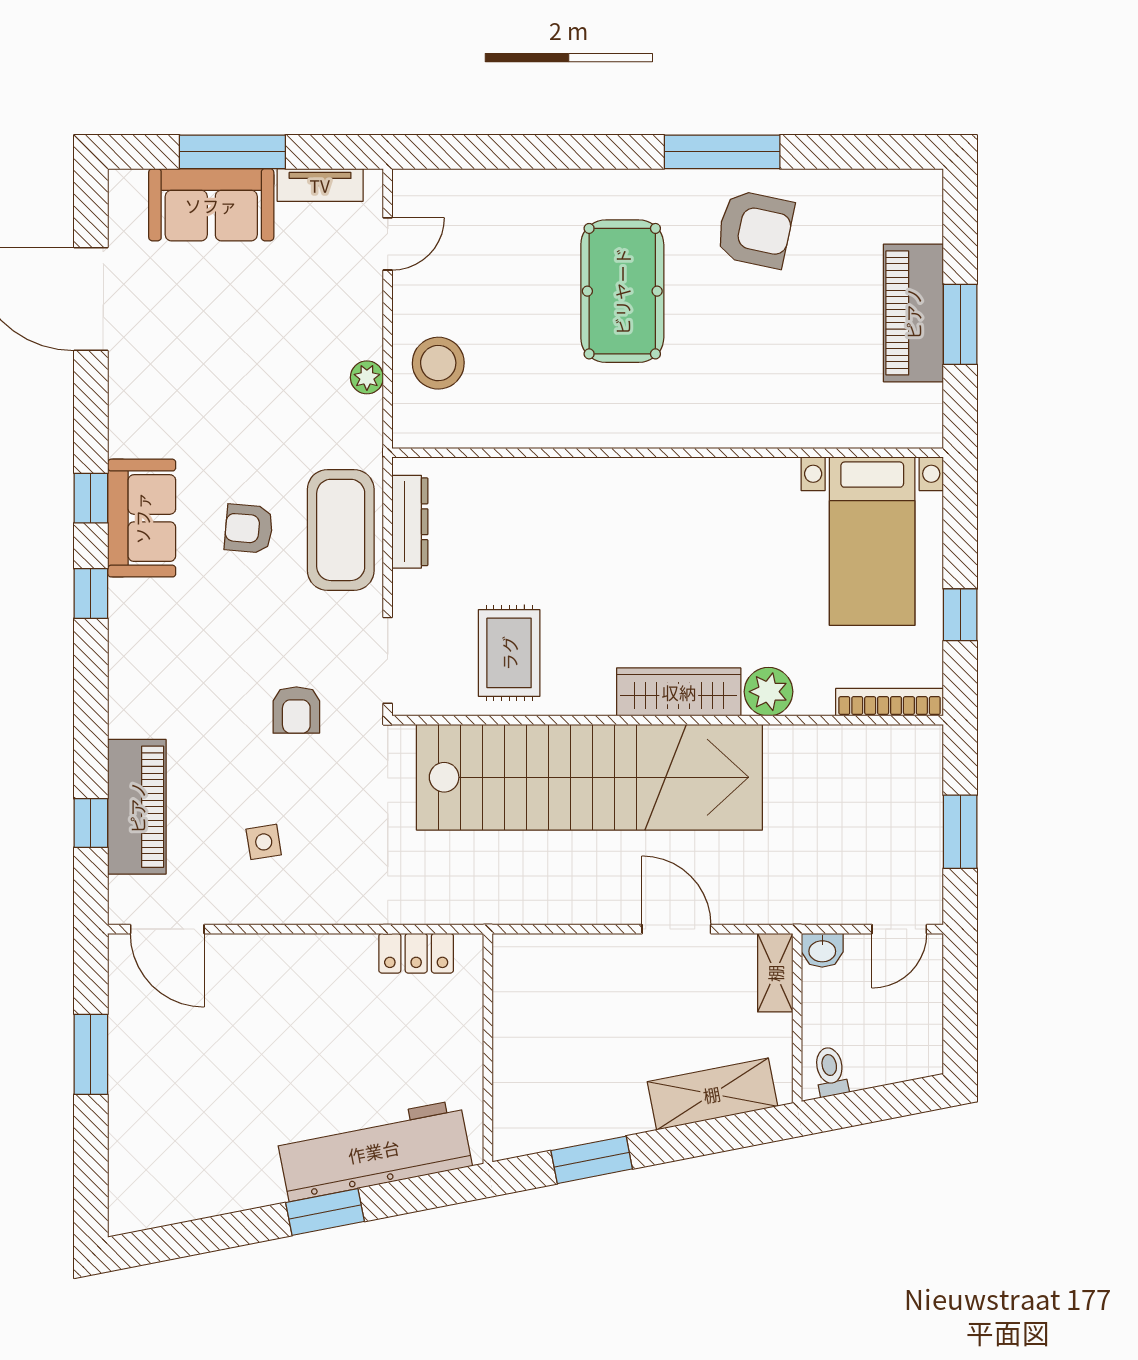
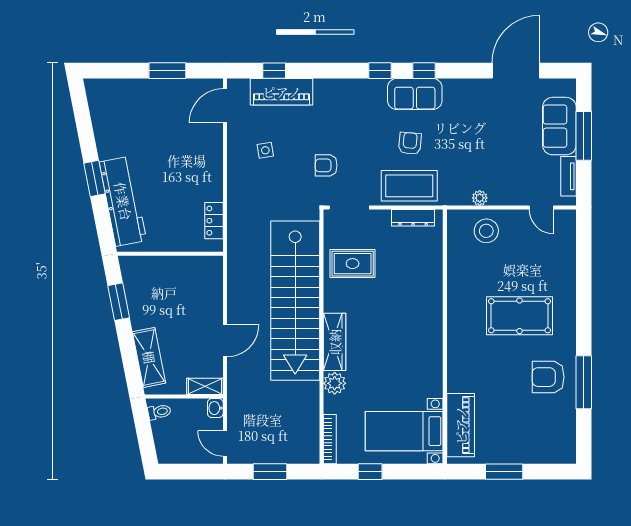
window: (722, 152) -> (584, 382), moved
armchair: (755, 229) -> (548, 377), turned 78
piano: (913, 313) -> (461, 425), moved, turned 90

